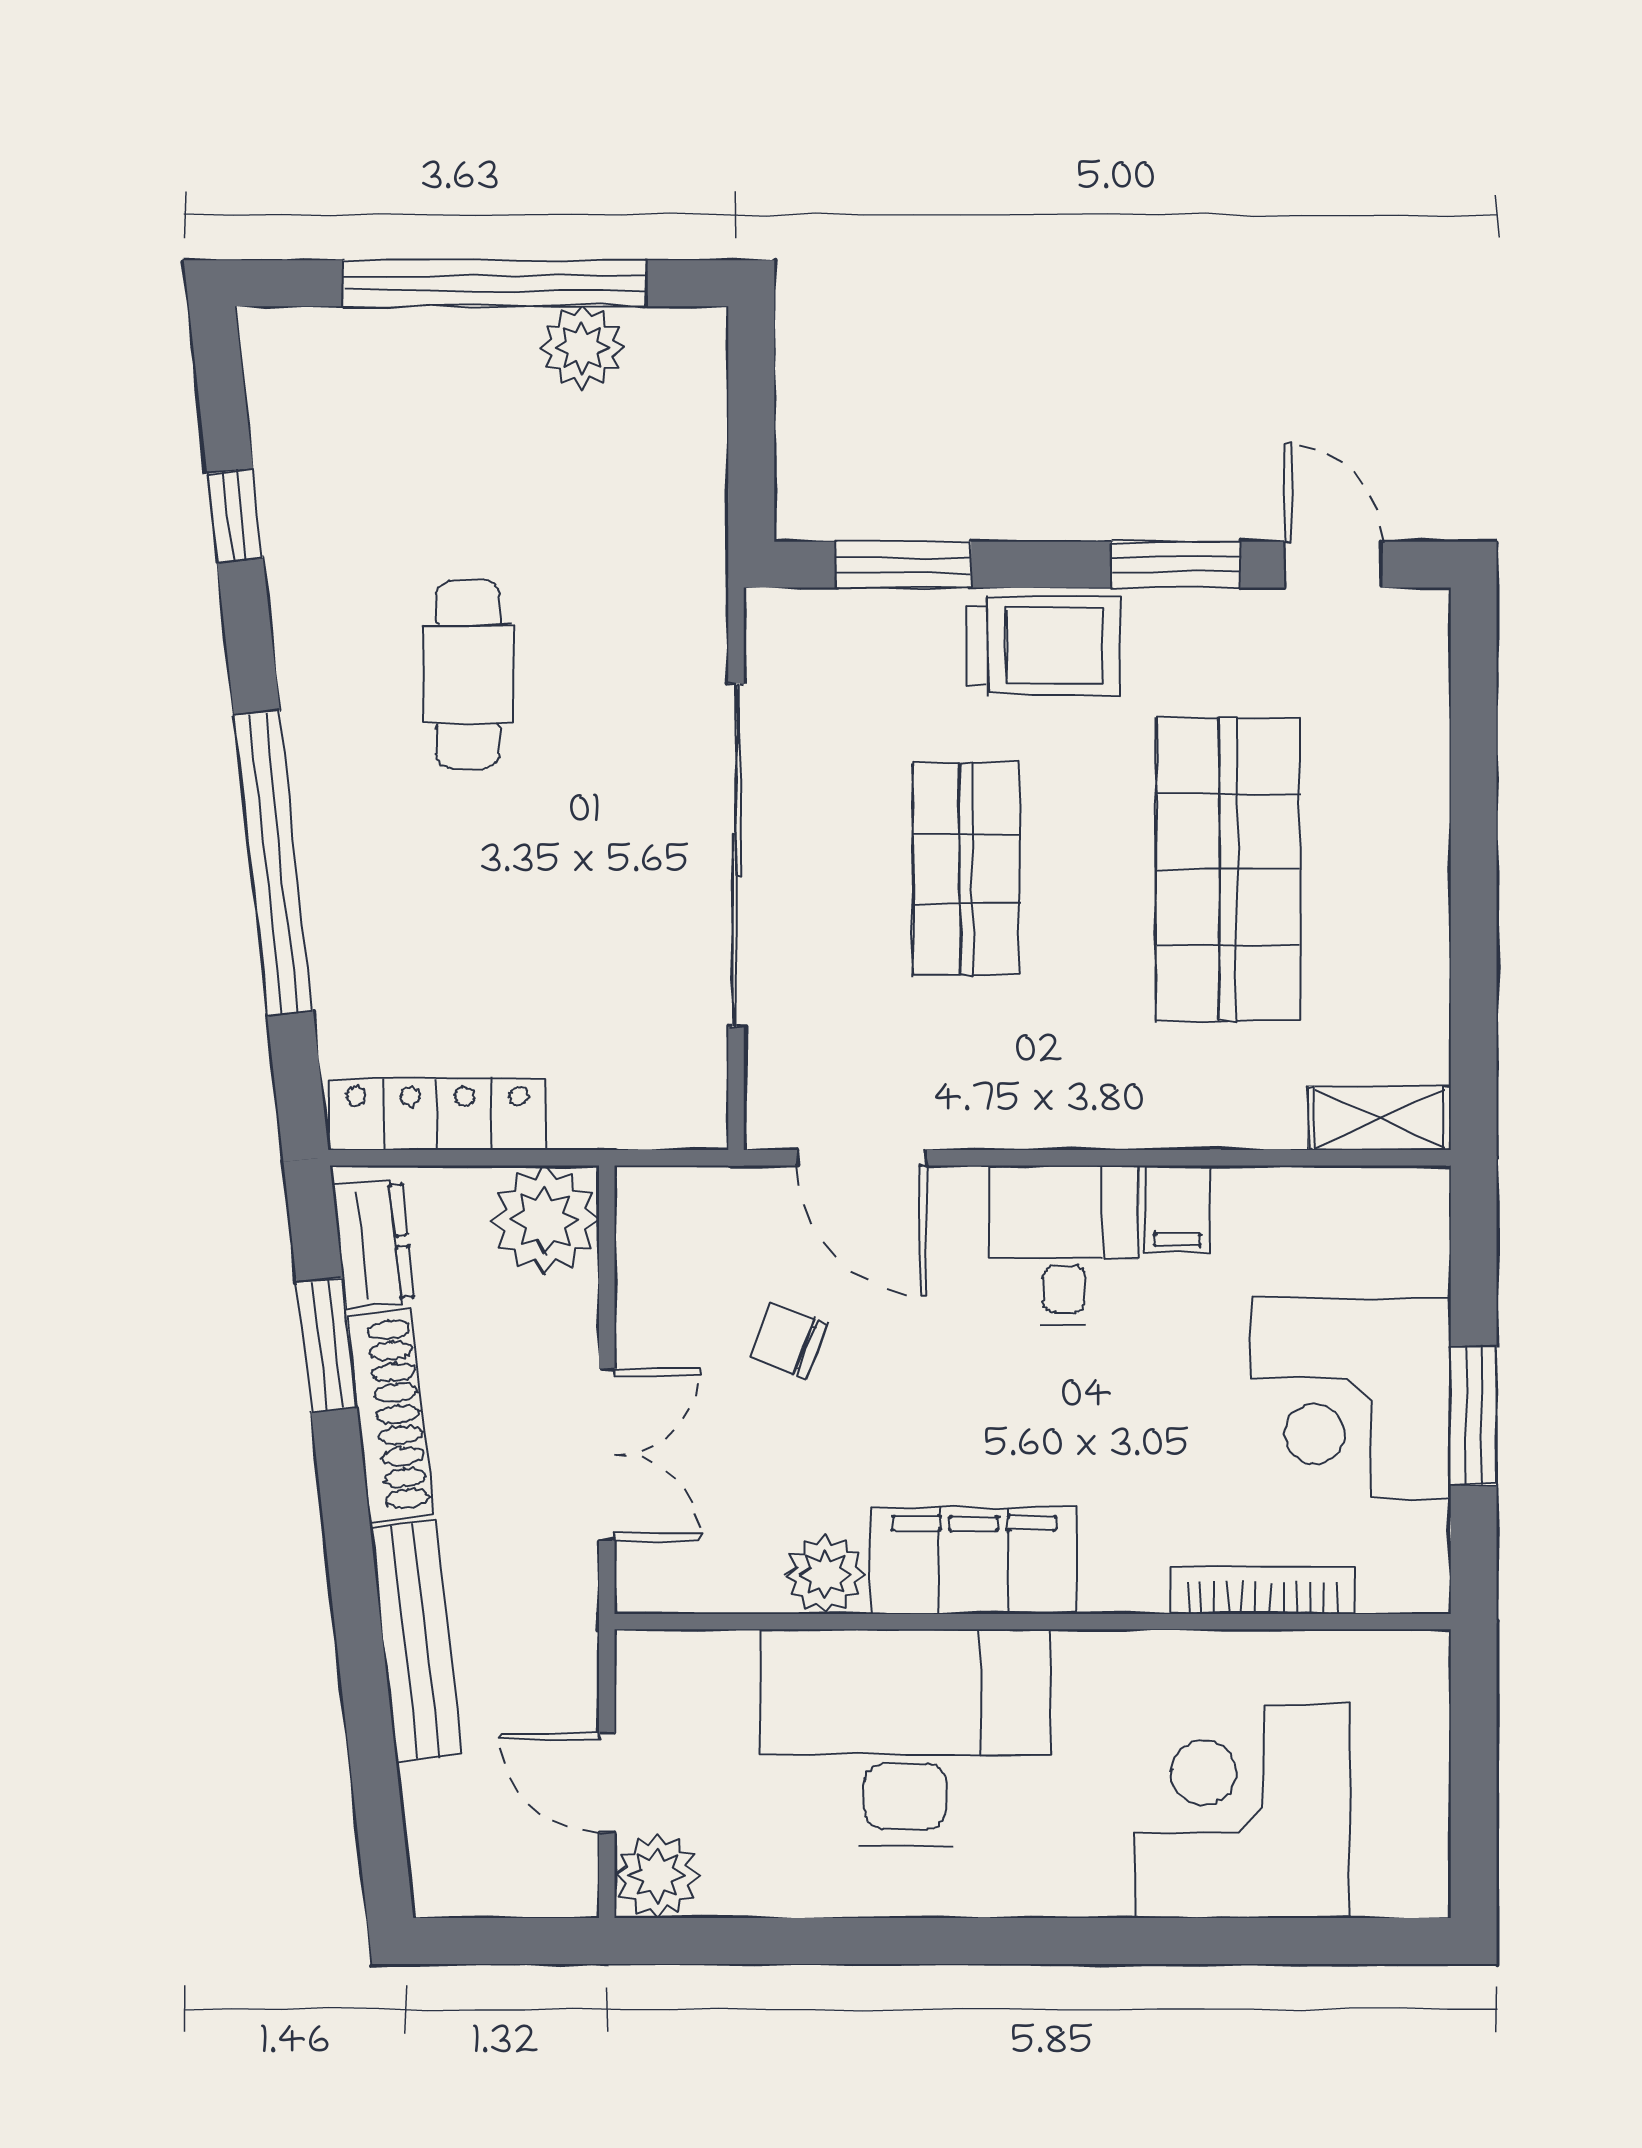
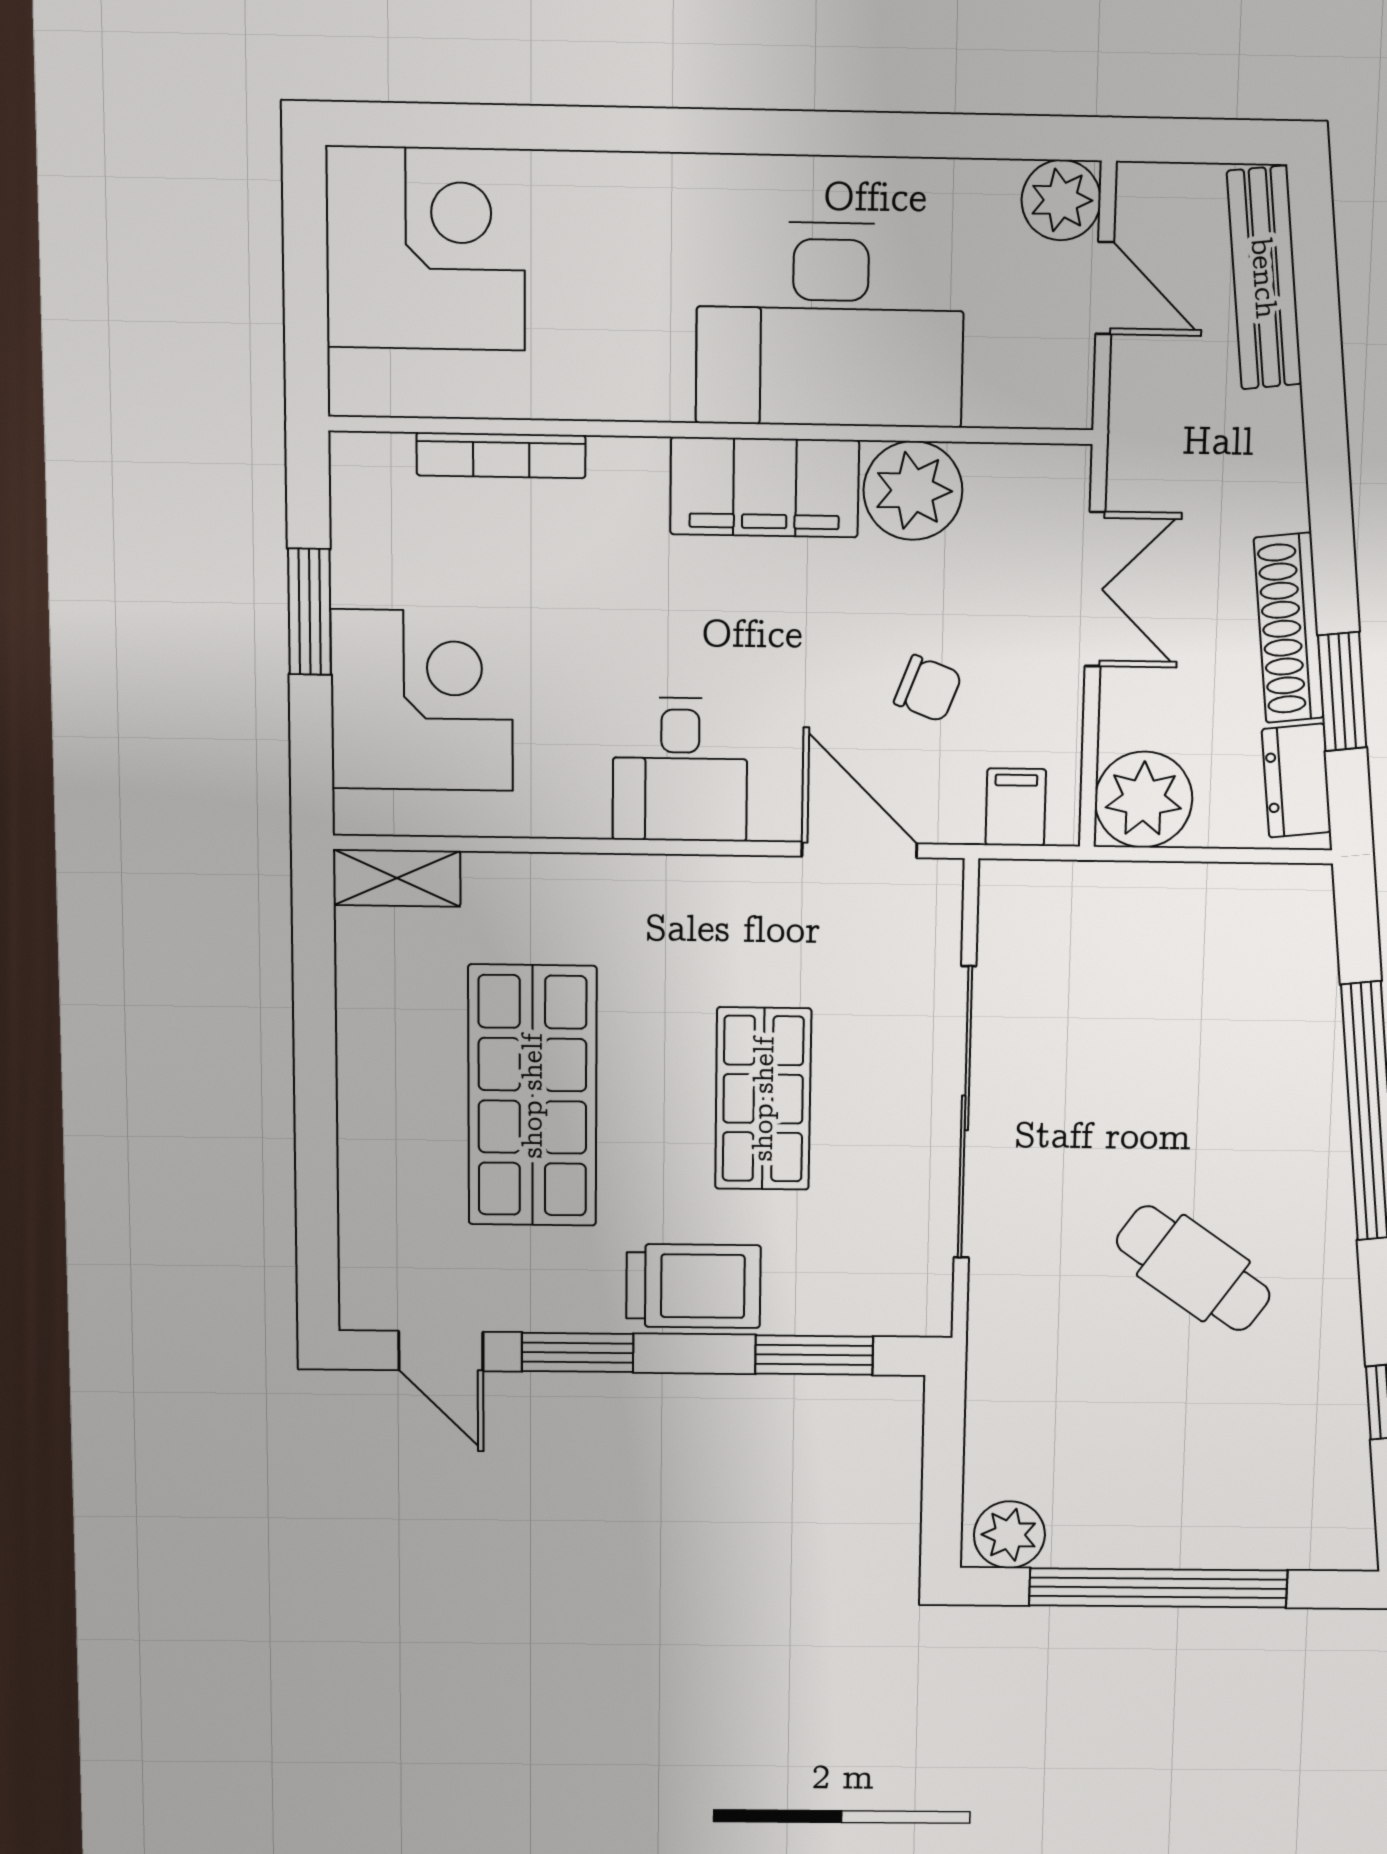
plant: (582, 348) -> (1009, 1535), moved
trolley: (1043, 646) -> (693, 1286), turned 180
cafe table: (468, 674) -> (1193, 1268), turned -55
locker: (437, 1114) -> (1235, 893), removed
filing cabinet: (1177, 1209) -> (1016, 807), moved
corner desk: (1351, 1398) -> (422, 700), moved
double door: (607, 1455) -> (1095, 589), swing flipped
plant: (825, 1574) -> (913, 491), width x1.36, depth x1.36
bench: (416, 1641) -> (1264, 278), moved
corner desk: (1242, 1811) -> (426, 248), moved, turned -90

